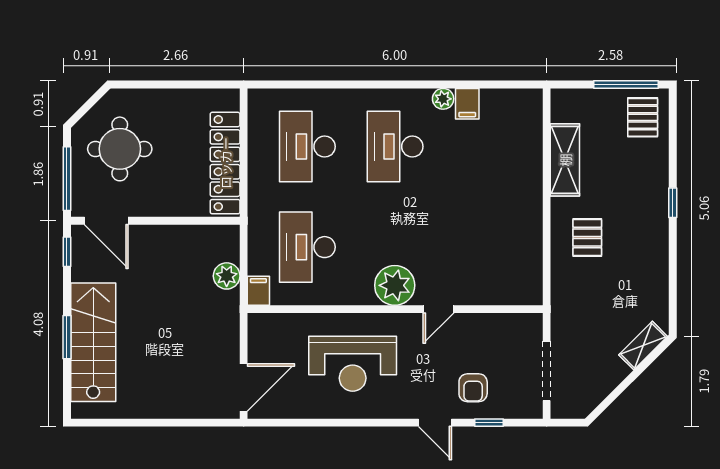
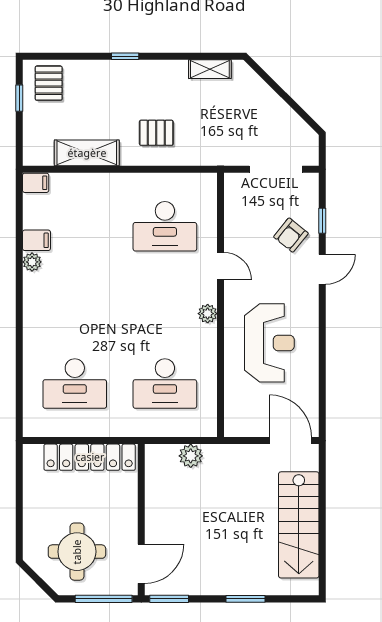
window: (626, 84) -> (19, 98), width x0.46
pallet: (643, 117) -> (49, 83), turned 90
desk: (395, 147) -> (165, 226), moved
window: (67, 252) -> (169, 599), width x1.50
plant: (395, 285) -> (208, 314), width x0.53, depth x0.53
filing cabinet: (258, 291) -> (36, 183), moved, turned 180
stairs: (93, 342) -> (299, 525), moved, turned -90
shelving: (643, 346) -> (210, 69), moved, turned -45
armchair: (473, 388) -> (291, 235), turned 129

